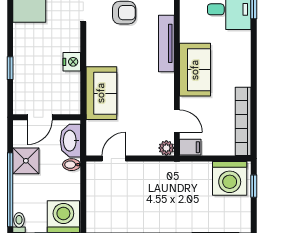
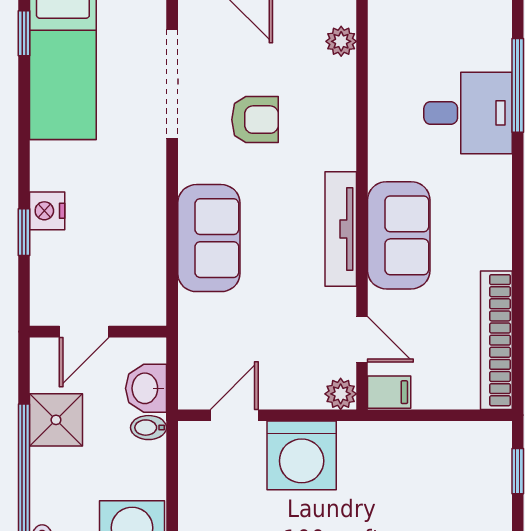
tv unit: (166, 43) -> (341, 229), moved
nightstand: (72, 62) -> (47, 211), moved, turned 180
sofa: (101, 93) -> (209, 238), moved
washbasin: (70, 141) -> (146, 388), width x0.72
washing machine: (230, 178) -> (302, 455), moved

